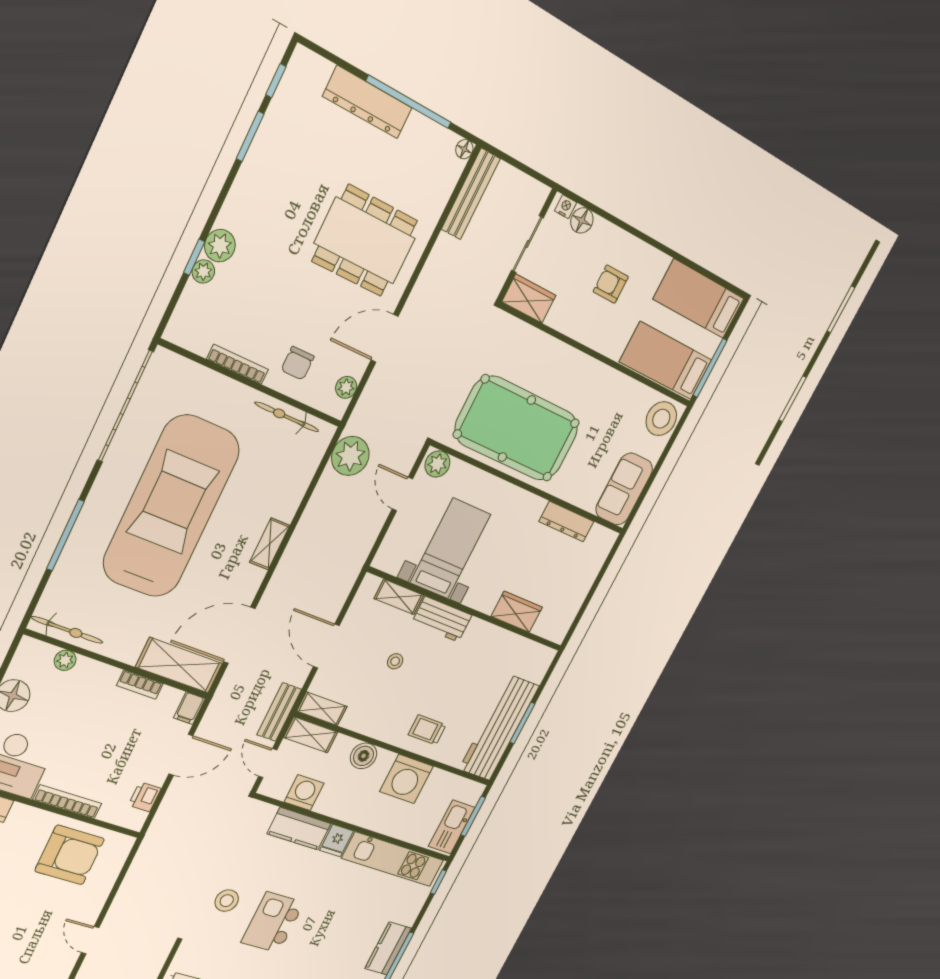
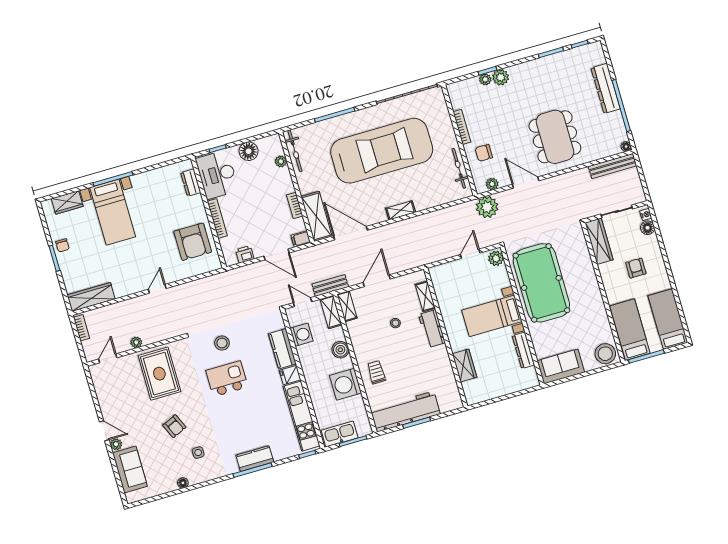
wardrobe: (529, 299) -> (599, 241), width x1.50
plant: (350, 456) -> (487, 207), moved
bed with nightstands: (450, 549) -> (492, 316), moved, turned 180
door: (268, 763) -> (303, 302), hinge flipped

